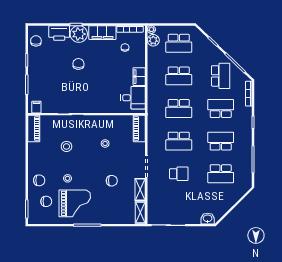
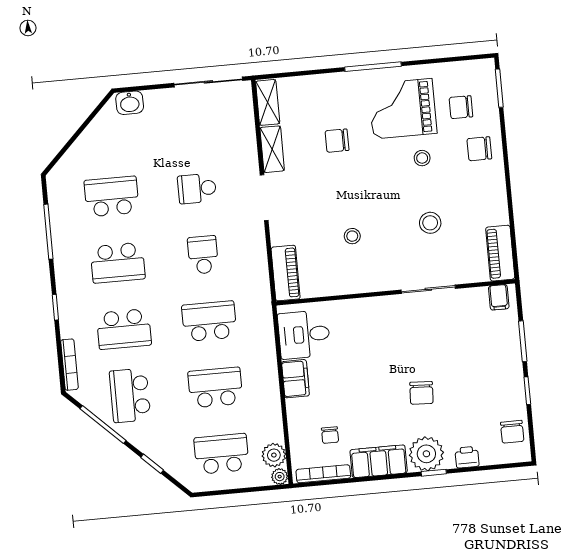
printer: (59, 33) -> (467, 457), width x0.53, depth x0.68
school desk: (179, 141) -> (203, 255), width x0.54
chair: (112, 181) -> (337, 141), moved

